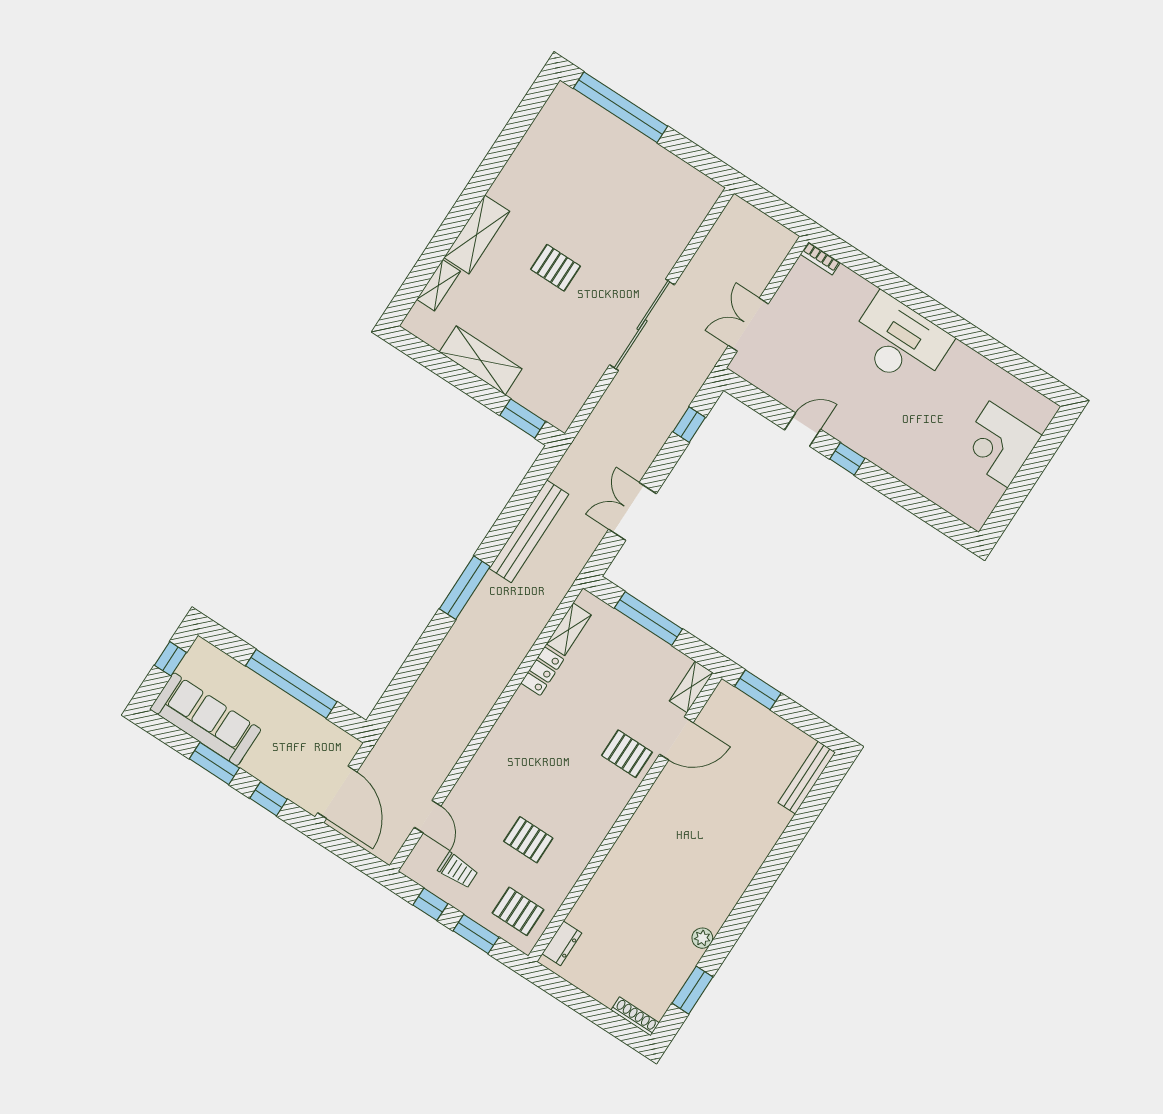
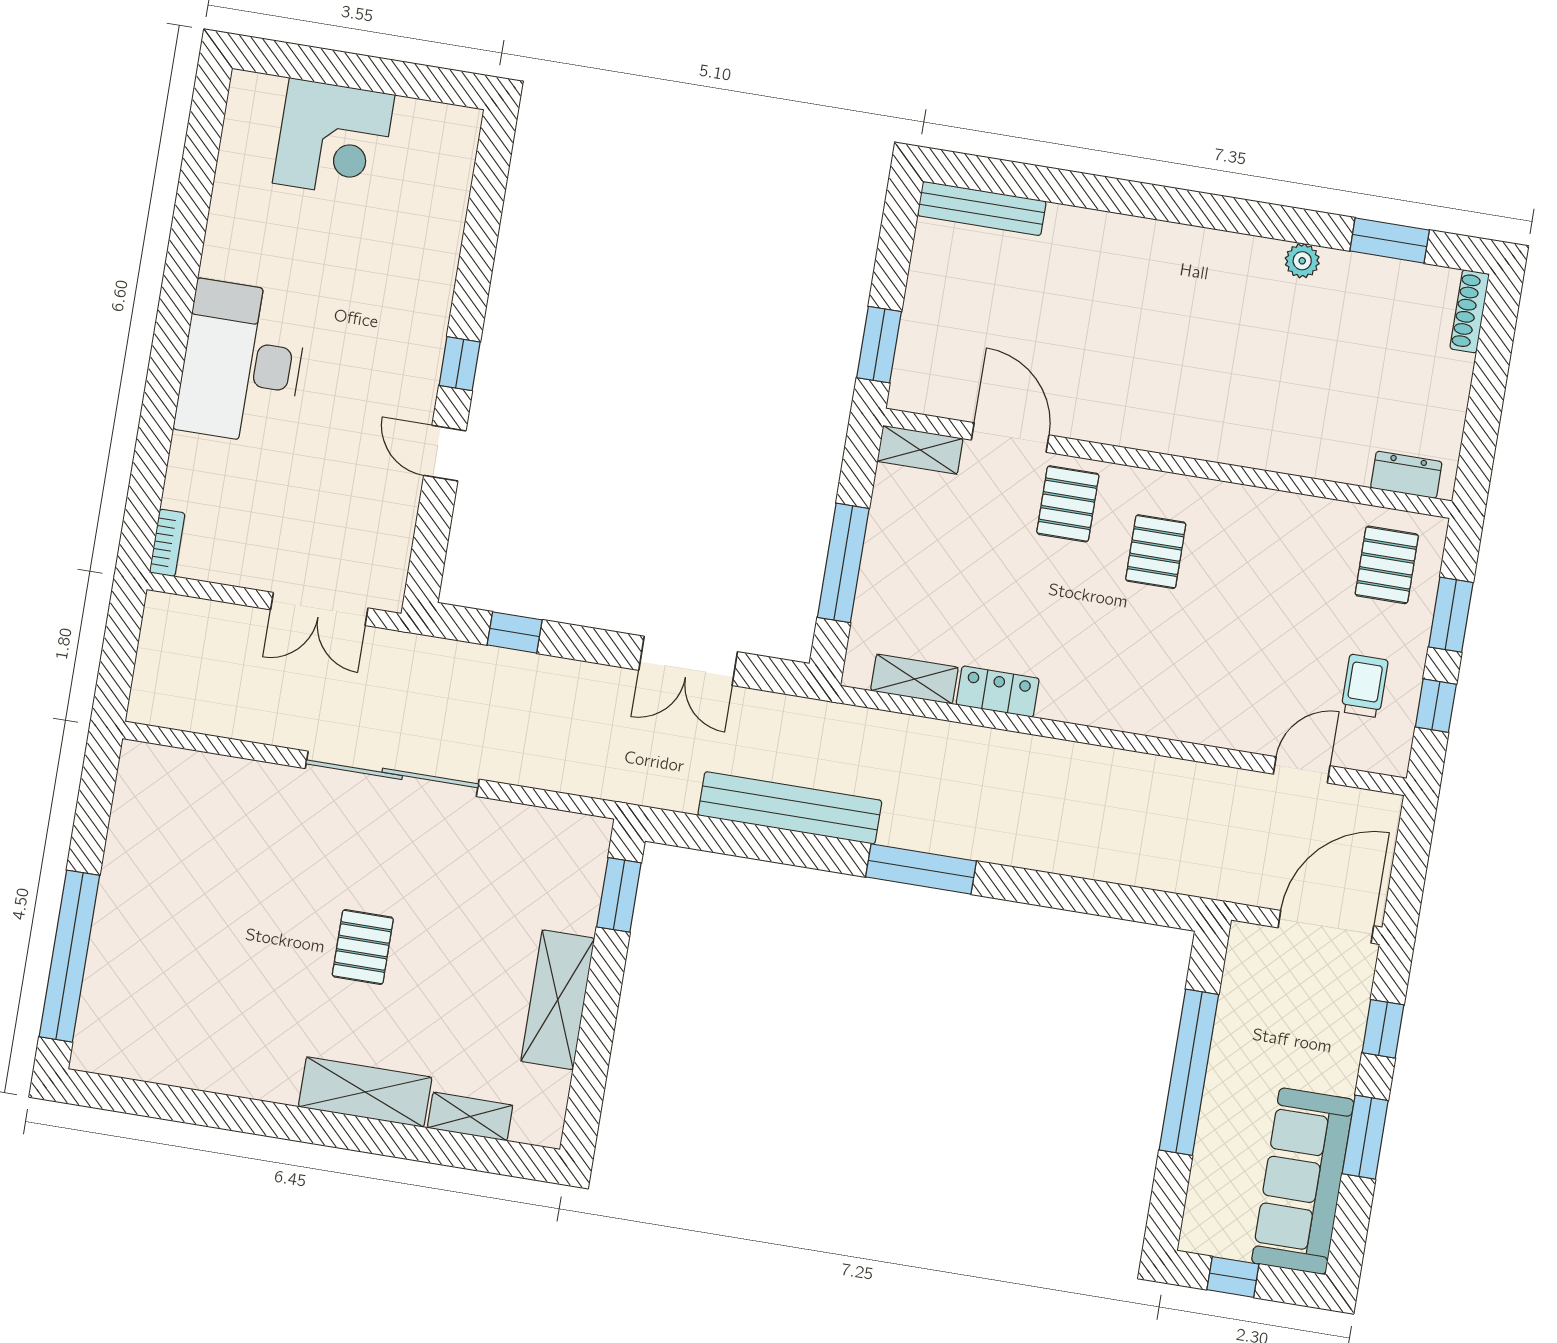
pallet: (528, 840) -> (1156, 552), moved

